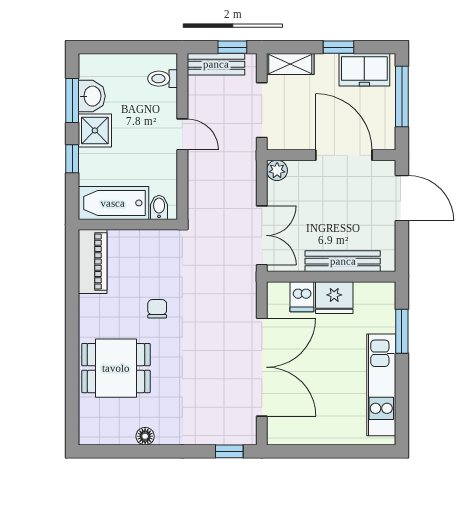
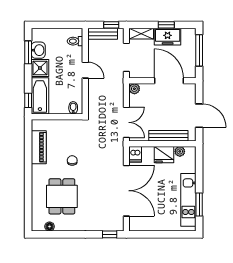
freezer: (364, 70) -> (168, 37), moved
window: (72, 159) -> (28, 100), moved
door: (402, 198) -> (199, 116), moved
bathtub: (113, 203) -> (40, 96), moved, turned 90
piano: (93, 261) -> (39, 147), moved
plant: (365, 291) -> (180, 151), added
dishwasher: (302, 297) -> (135, 154), moved
window: (402, 331) -> (199, 204), moved
dining table: (116, 368) -> (62, 196), moved, turned 90
floor lamp: (145, 436) -> (50, 227), moved

